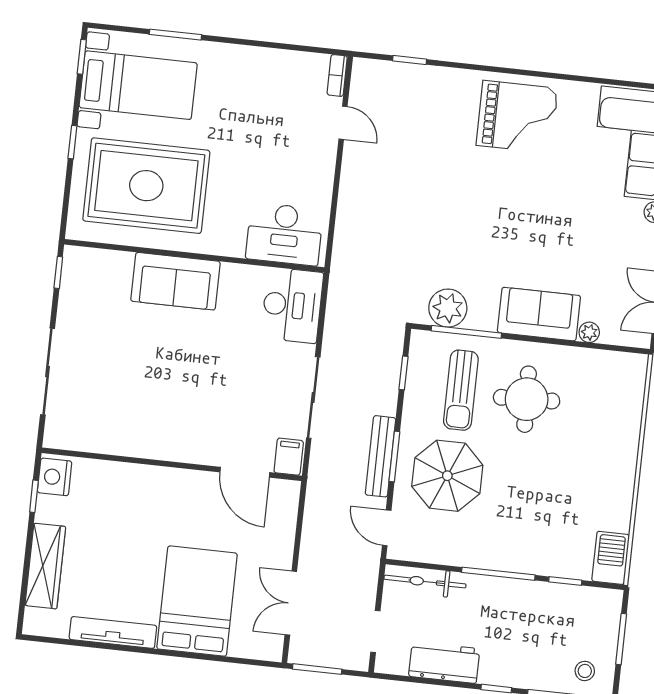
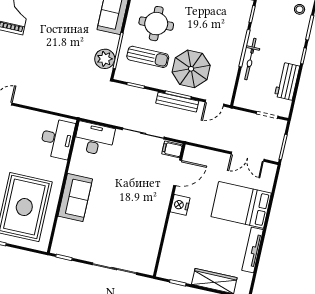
nightstand: (55, 477) -> (180, 205), moved, turned 90
bicycle: (425, 582) -> (250, 59), moved

